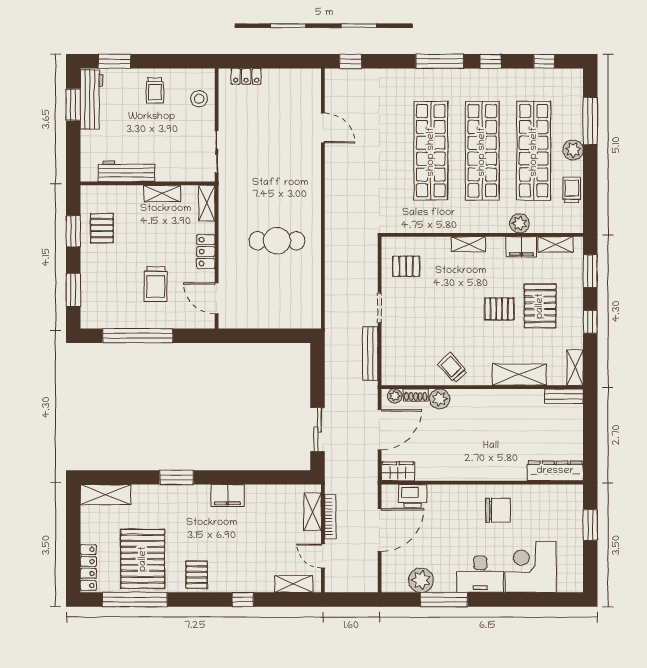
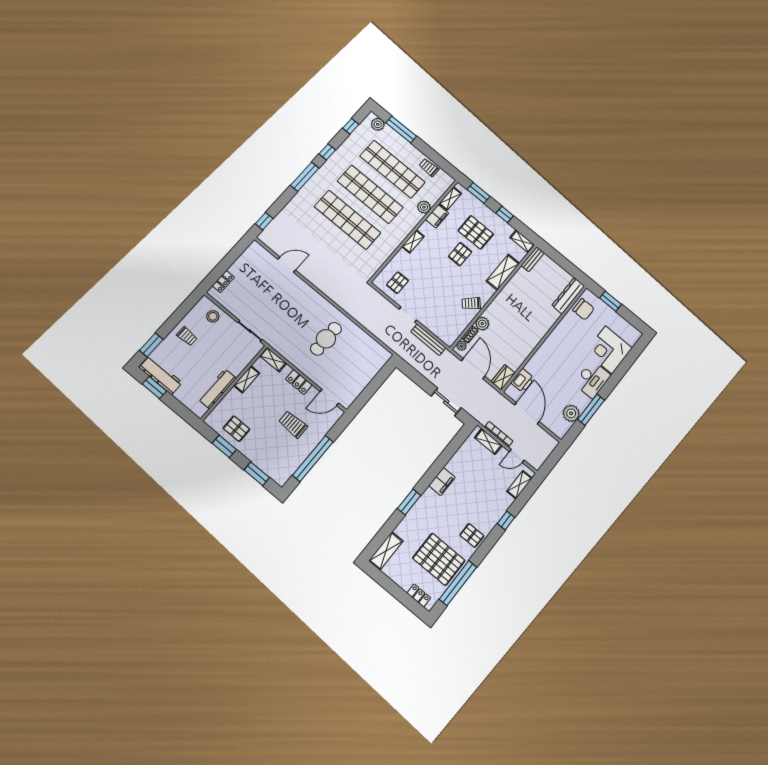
plant: (573, 150) -> (378, 124), moved
trolley: (156, 284) -> (293, 424), turned 180
chair: (498, 510) -> (583, 309), moved, turned 90
locker: (88, 567) -> (419, 595), width x0.66

